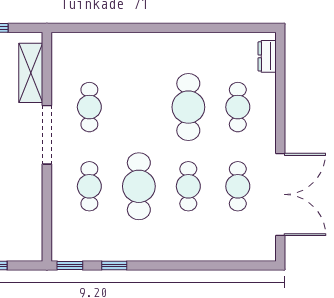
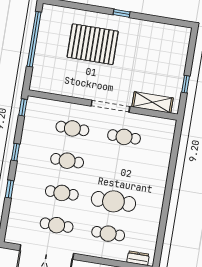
cafe table: (139, 186) -> (67, 161), width x0.73, depth x0.74
window: (114, 265) -> (16, 152), moved
window: (195, 265) -> (9, 189), added

